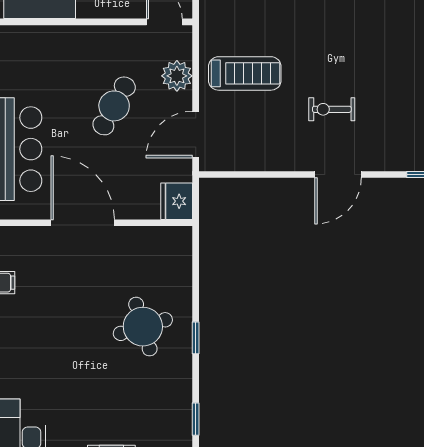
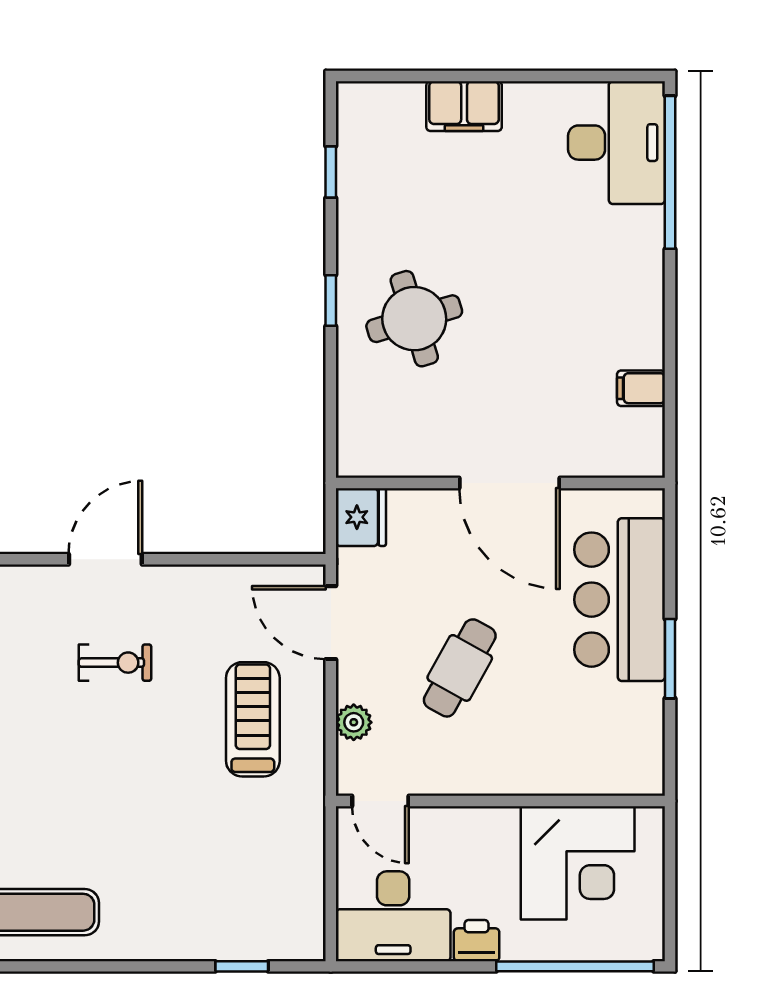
treadmill: (245, 73) -> (253, 719), turned 90
plant: (177, 76) -> (354, 722), width x0.73, depth x0.73
door: (196, 135) -> (331, 623), swing flipped

